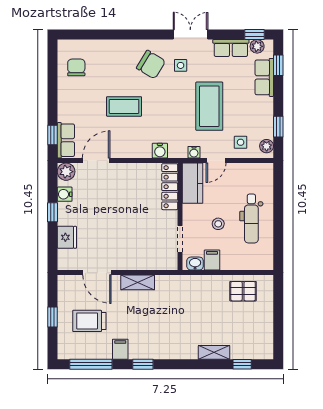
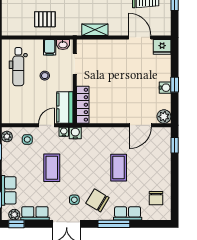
window: (130, 35) -> (114, 224), added
coffee table: (124, 106) -> (119, 168), turned 90
coffee table: (209, 106) -> (52, 168), width x0.73, depth x0.76
row of seats: (66, 140) -> (128, 213), moved, turned 90
water cooler: (160, 151) -> (75, 133), moved
water cooler: (65, 194) -> (165, 88), moved
dental chair: (251, 219) -> (18, 67), moved, turned 180
fridge: (67, 237) -> (162, 47), moved, turned -90
shelving: (138, 282) -> (95, 30), moved
pallet: (243, 291) -> (45, 19), moved

